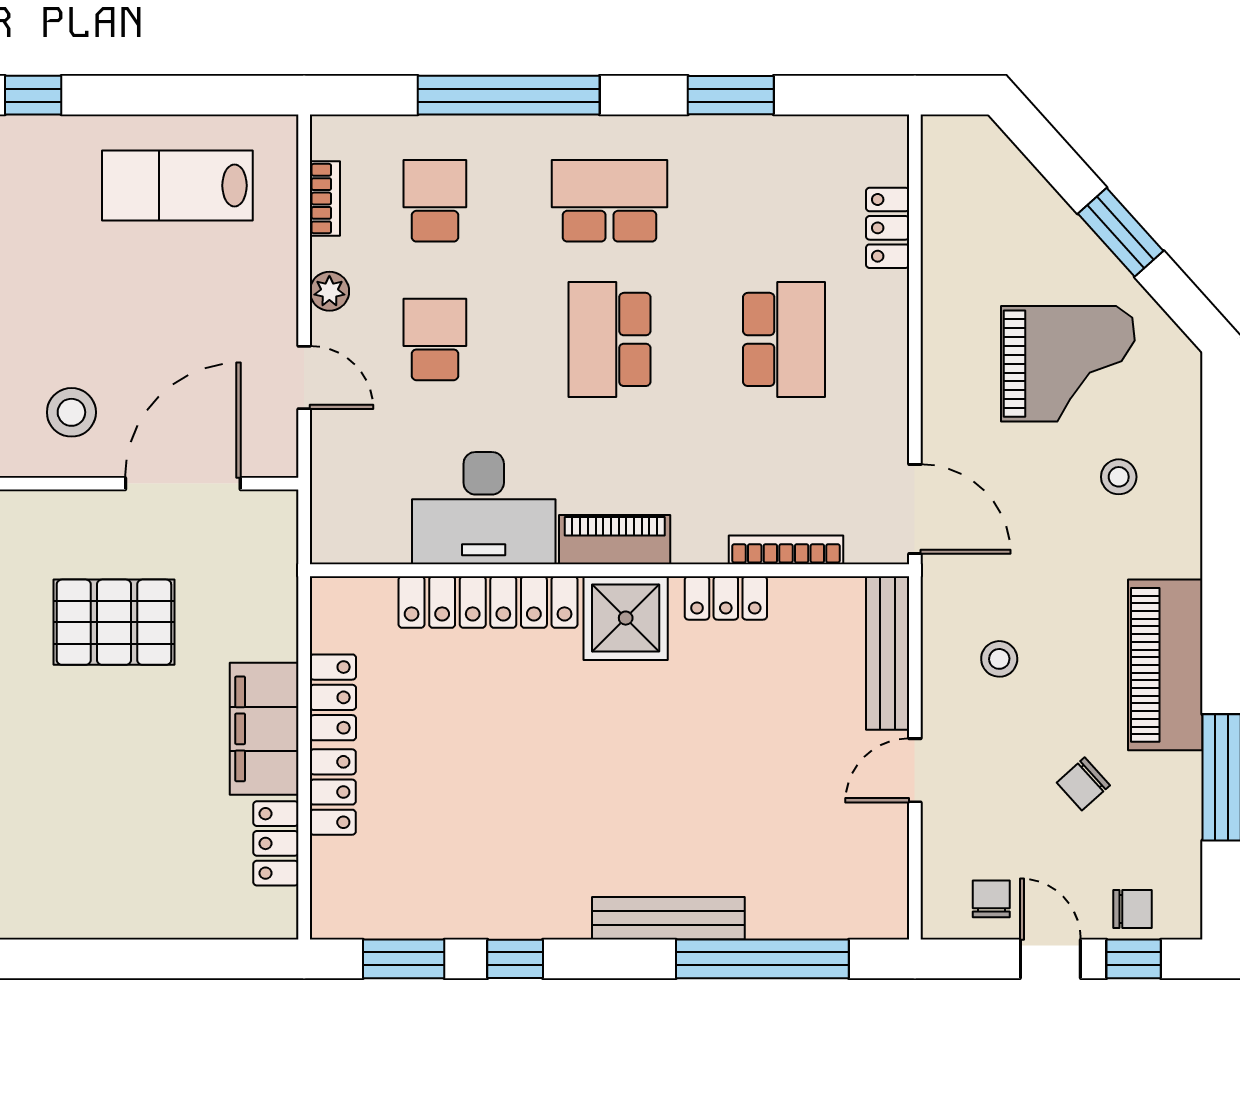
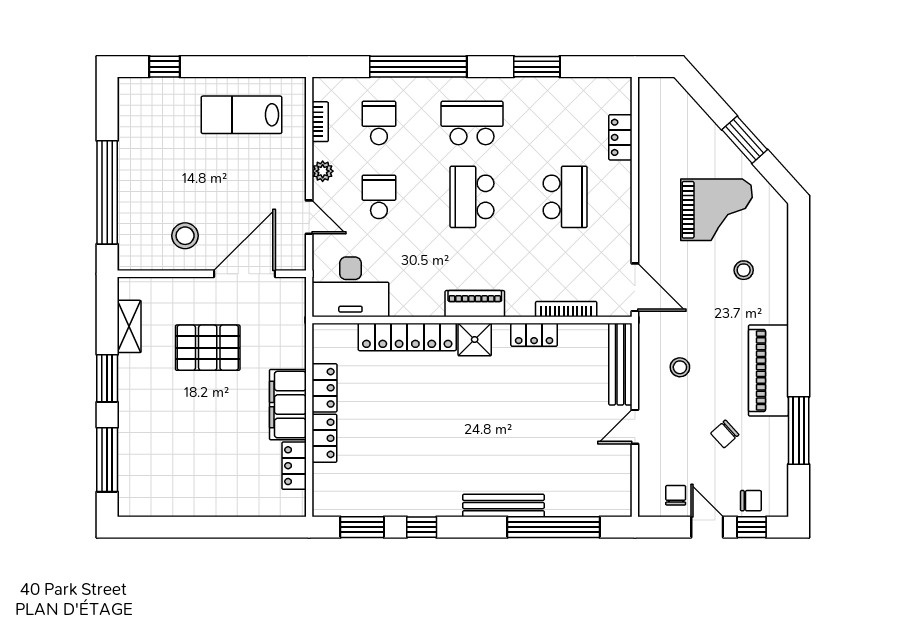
desk: (484, 508) -> (350, 287), moved
shower: (626, 618) -> (475, 339), width x0.73, depth x0.73

